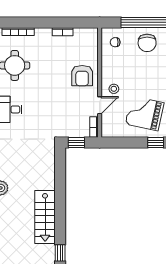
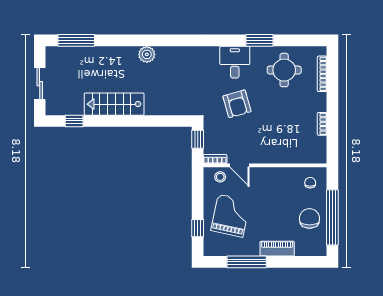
chair: (147, 43) -> (309, 219), turned 90
armchair: (82, 76) -> (237, 104), moved, turned -106
stool: (114, 89) -> (220, 177), moved

